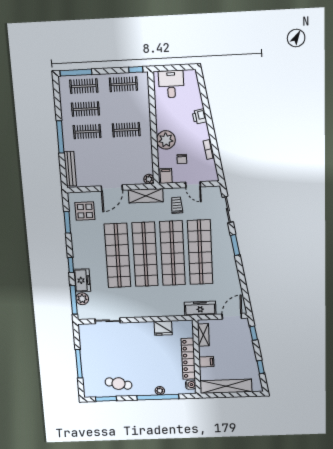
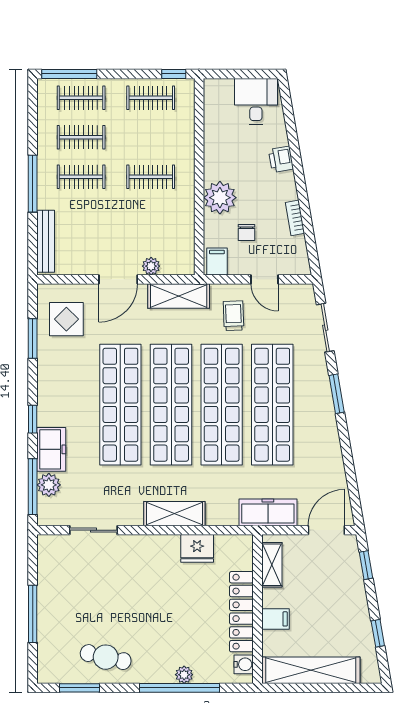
desk: (171, 84) -> (256, 101), moved
plant: (149, 179) -> (151, 266), moved
shelving: (150, 311) -> (174, 514), added

